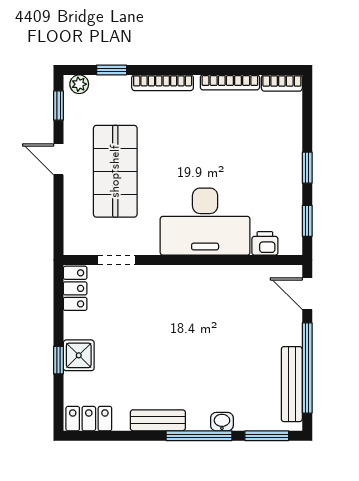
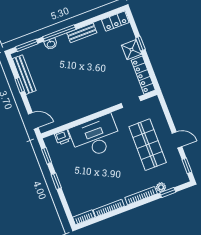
plant: (79, 84) -> (161, 187), moved
locker: (75, 288) -> (143, 75), width x1.53
window: (307, 368) -> (20, 85), width x0.32

